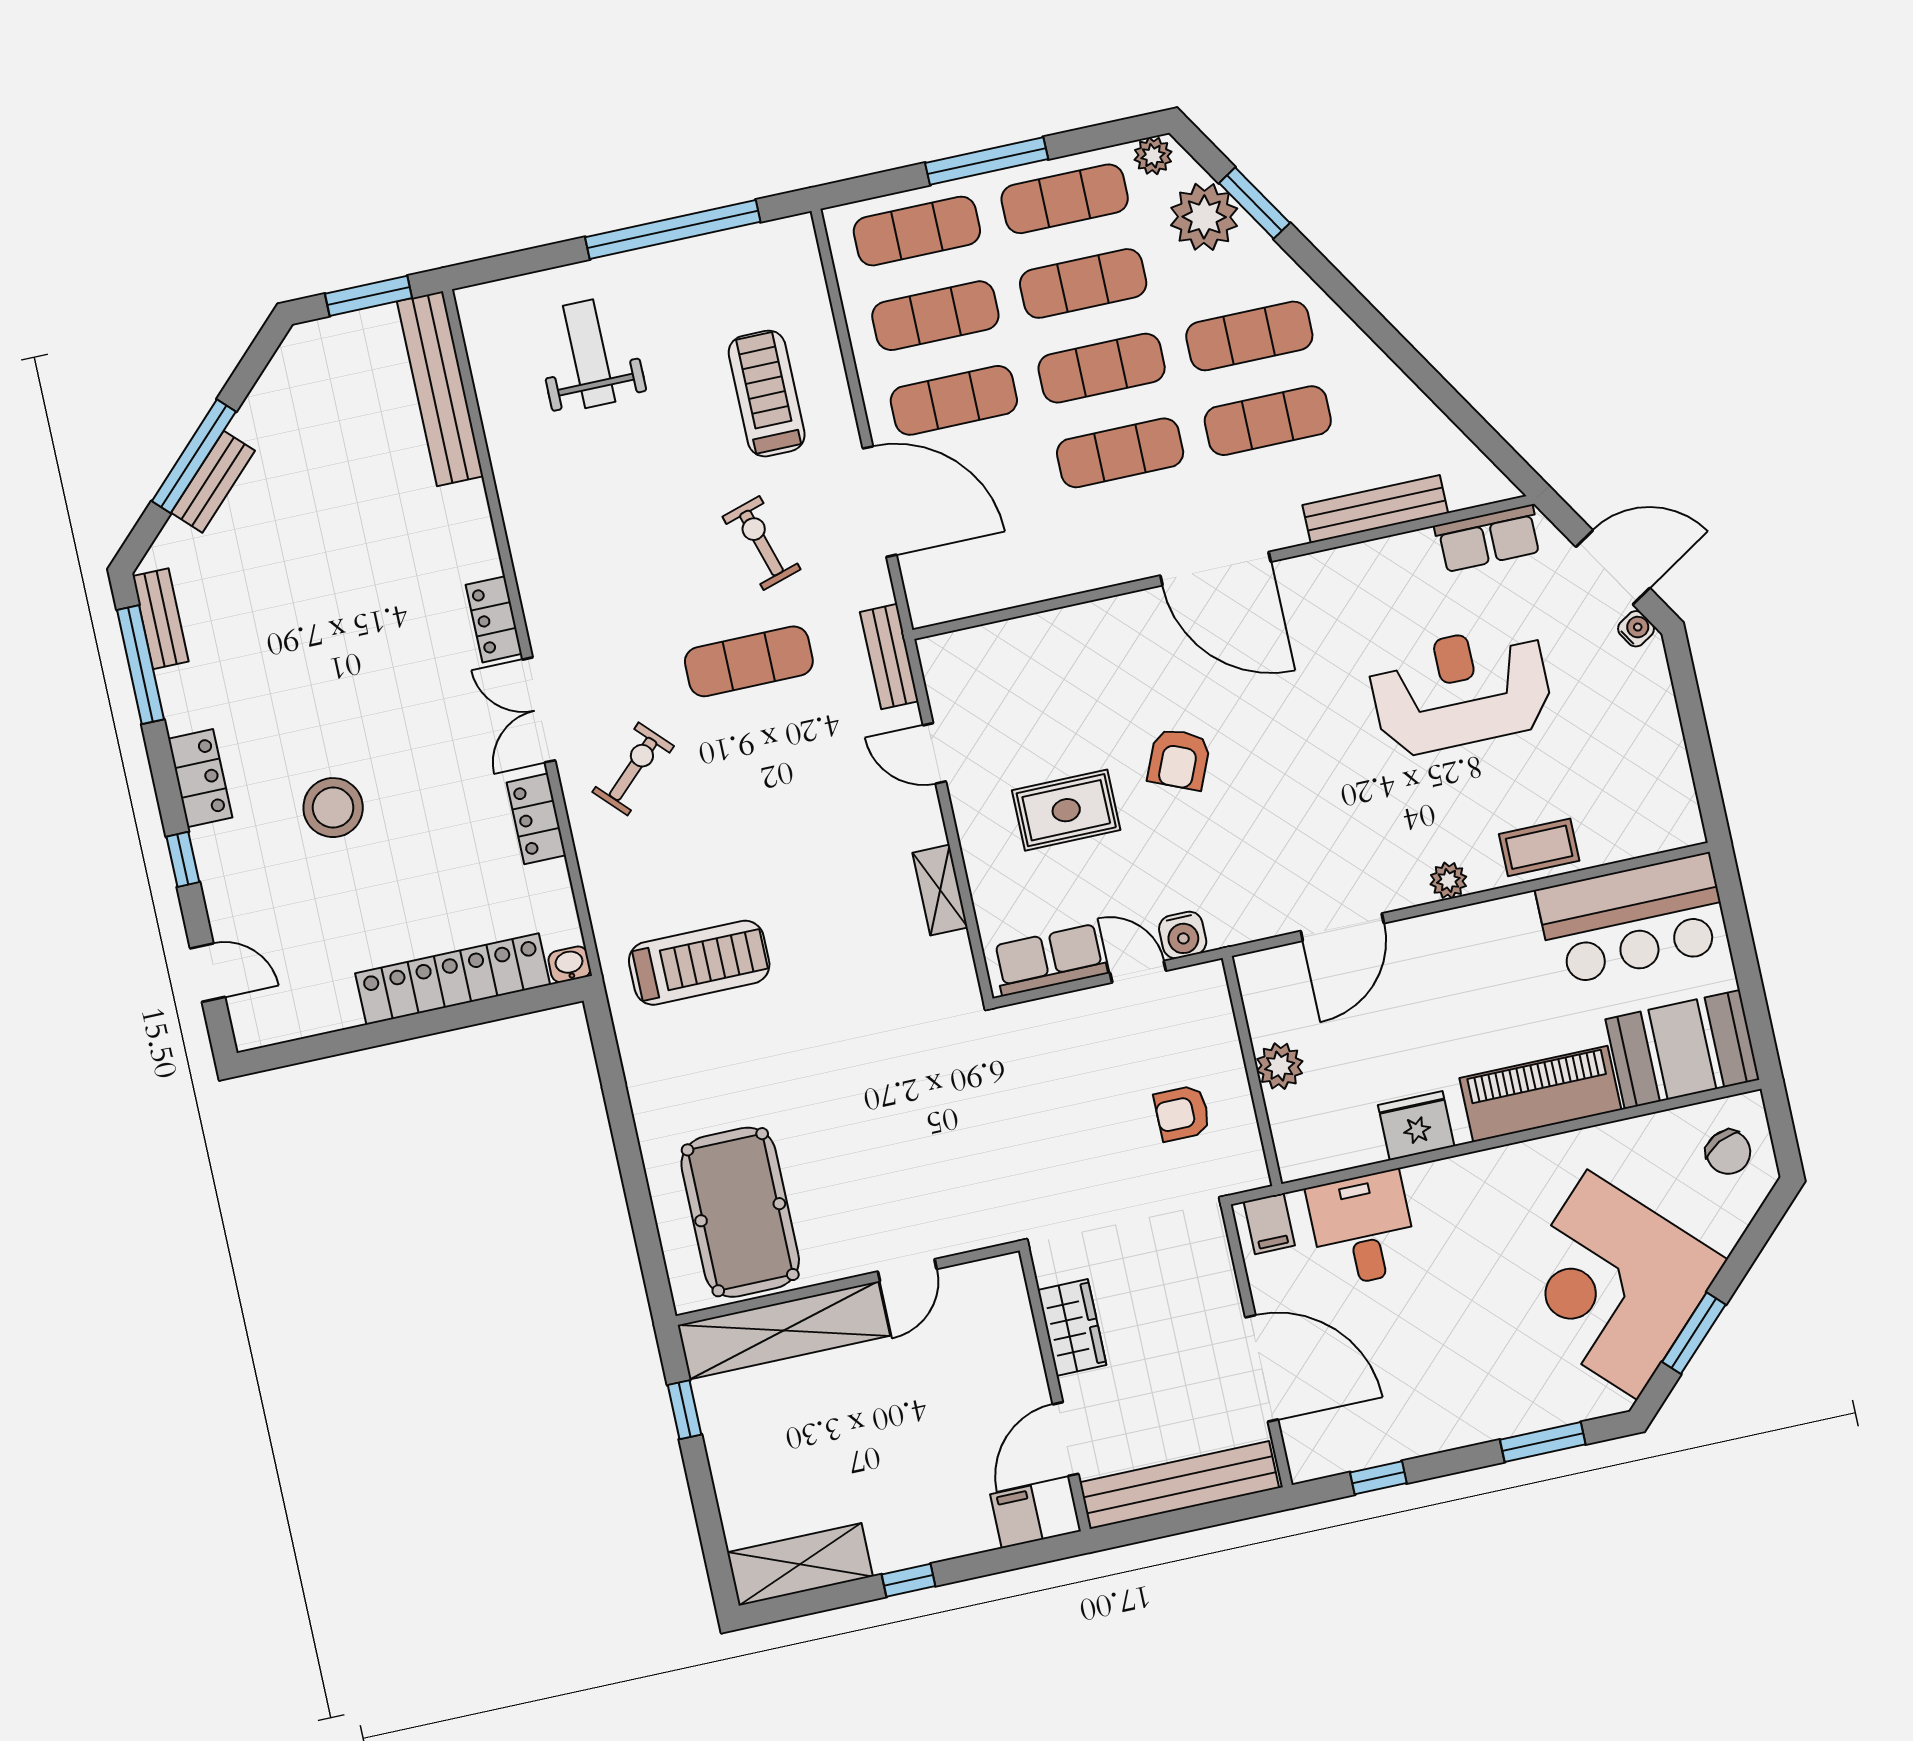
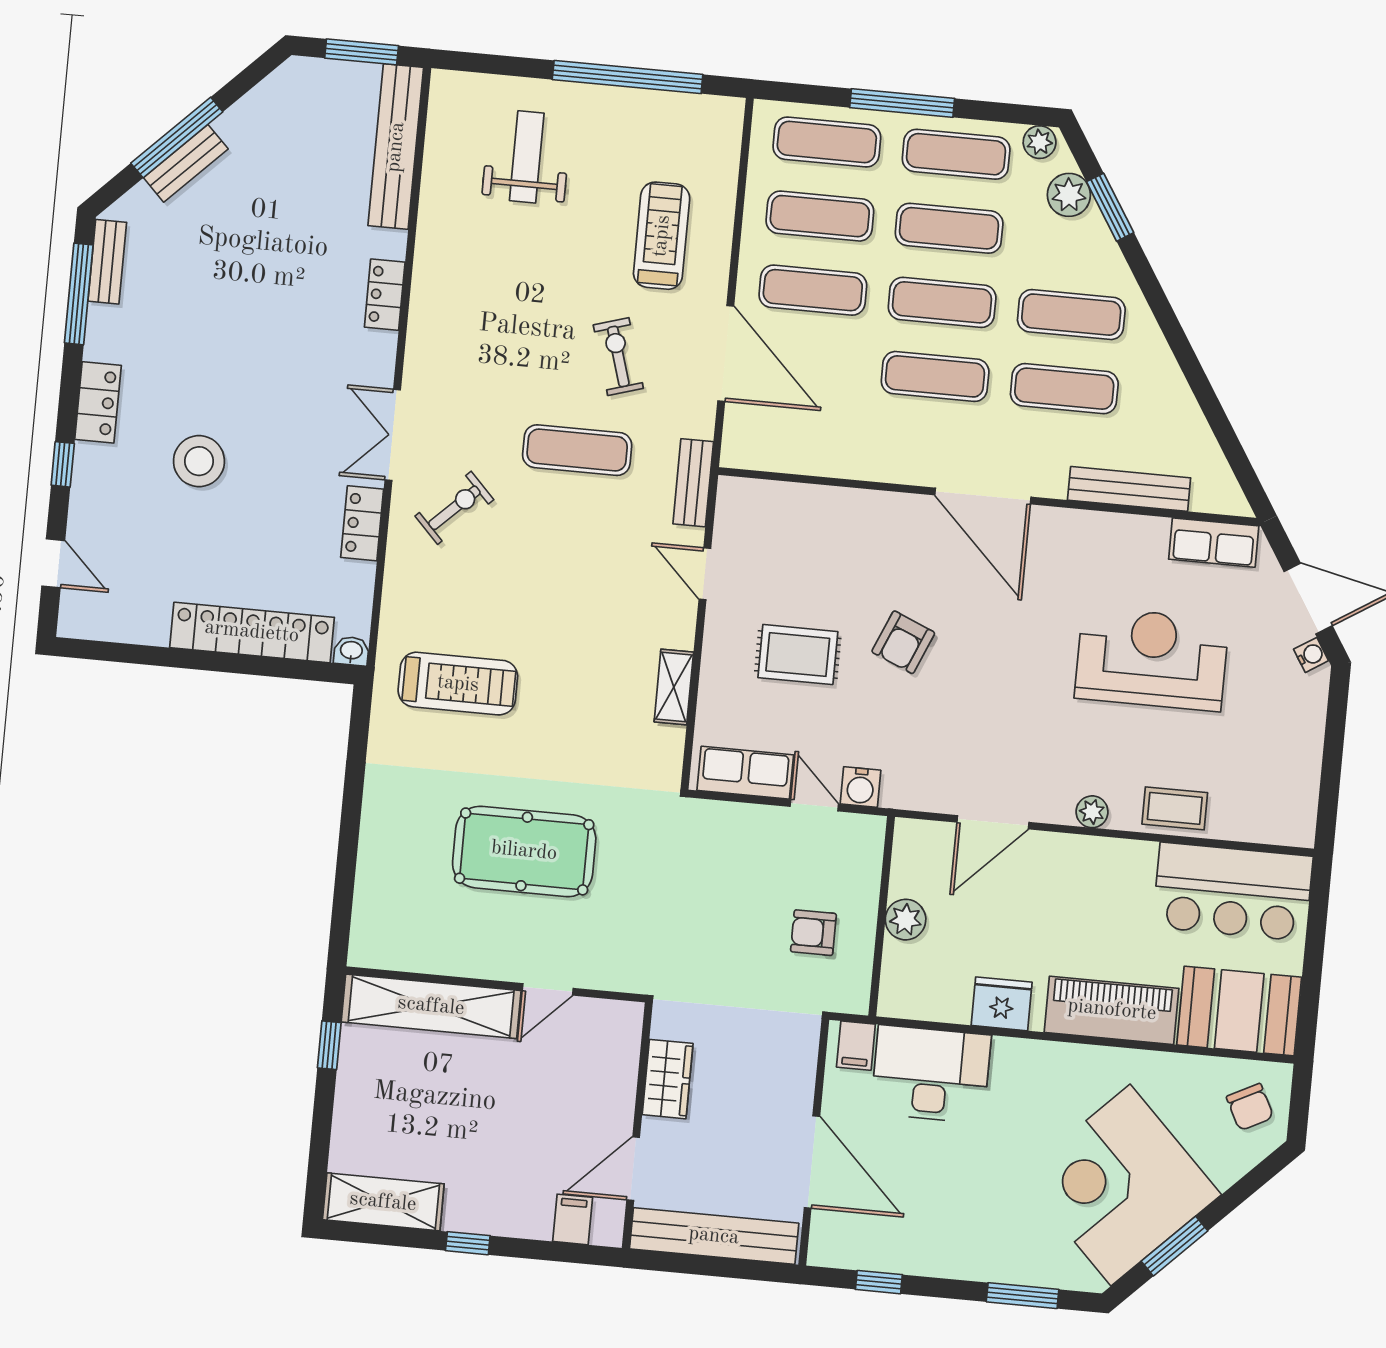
plant: (1204, 217) -> (1069, 195), width x0.73, depth x0.73
locker: (494, 619) -> (385, 295), moved
pool table: (740, 1212) -> (524, 851), moved, turned 90
desk: (1363, 1229) -> (931, 1074), width x1.37

